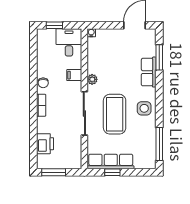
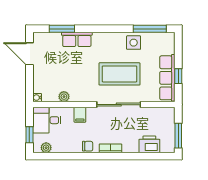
plant: (42, 42) -> (46, 148), added
plant: (92, 79) -> (64, 97), moved
side table: (144, 108) -> (134, 43), moved

